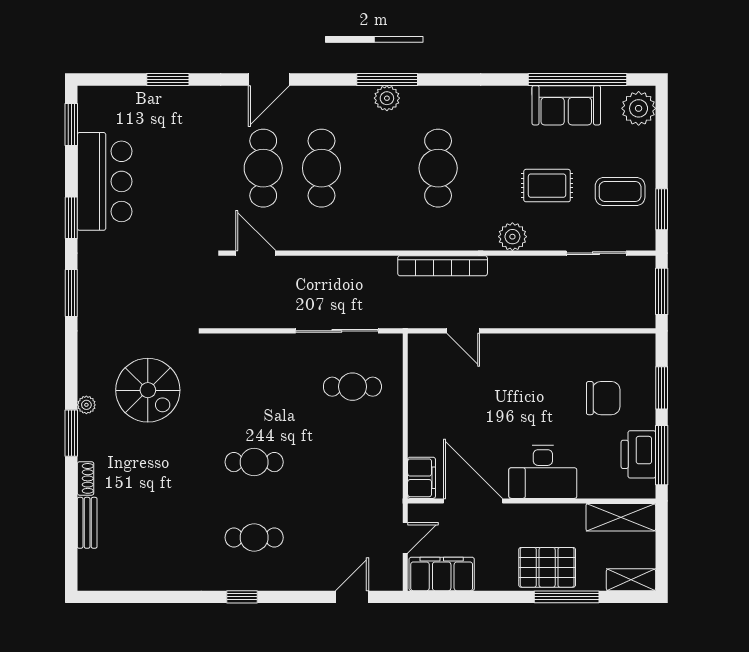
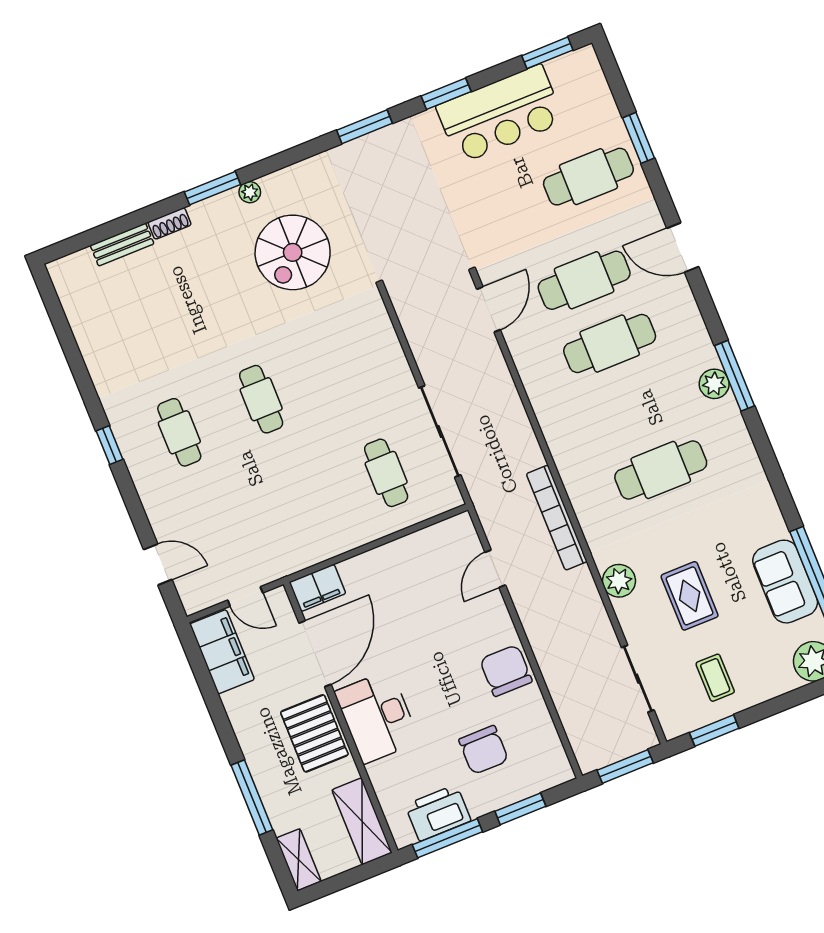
cafe table: (182, 131) -> (588, 177), added
coffee table: (620, 191) -> (715, 678), width x0.73, depth x0.77
chair: (547, 355) -> (506, 671), added
pallet: (547, 567) -> (314, 733), moved

